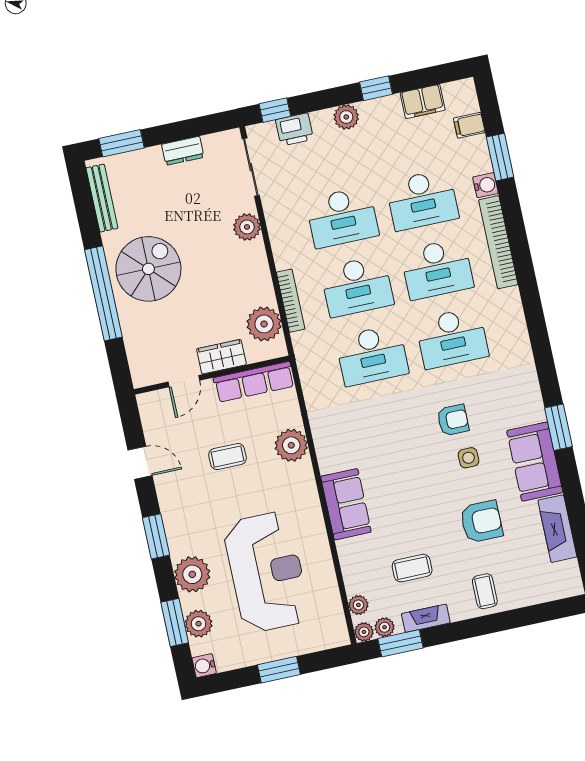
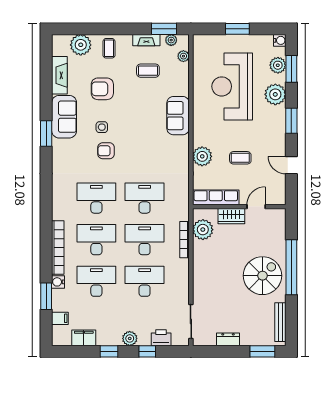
window: (275, 110) -> (147, 351), moved
plant: (247, 227) -> (201, 288), removed
spiral stairs: (148, 269) -> (262, 276), turned 180
plant: (364, 632) -> (81, 45), moved, width x1.88, depth x1.88

